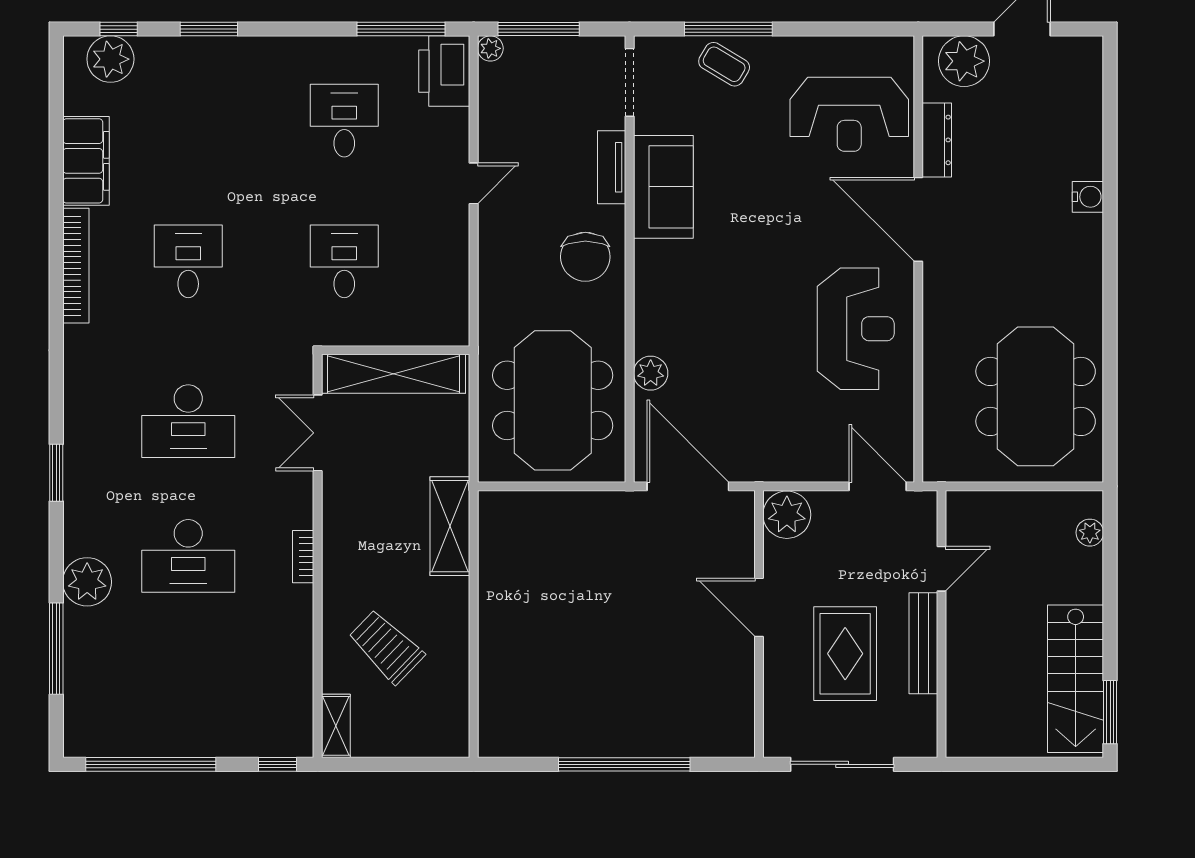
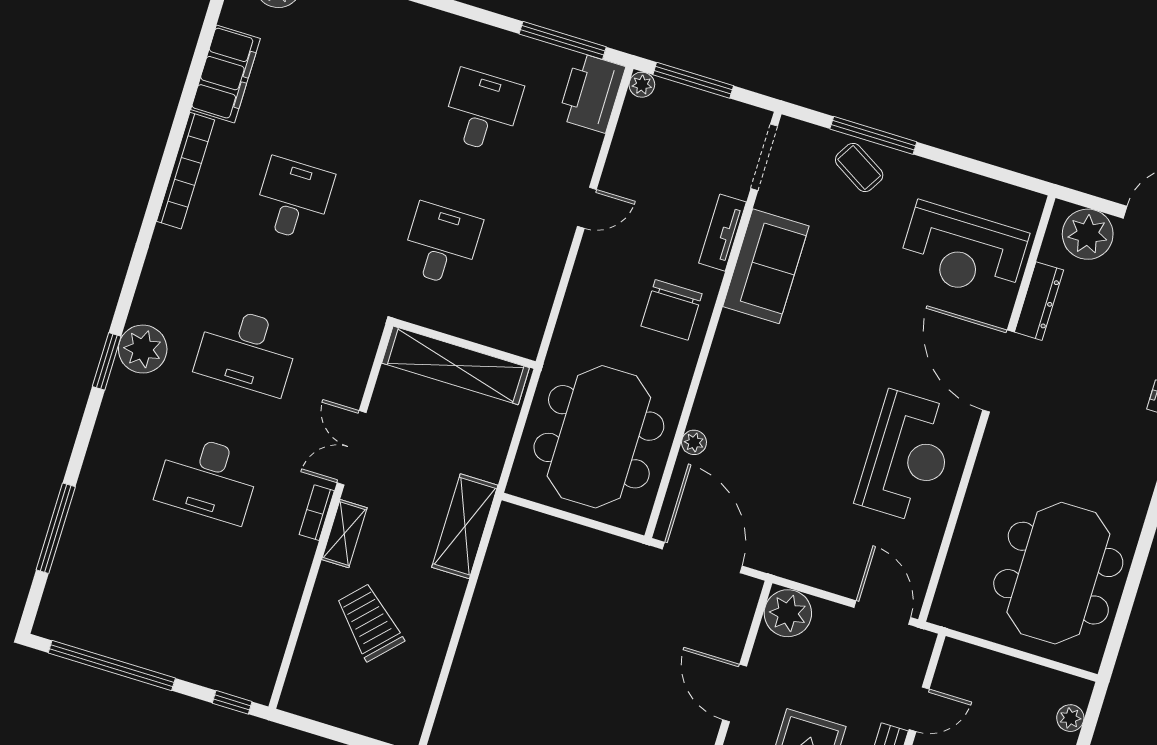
plant: (651, 373) -> (694, 442), width x0.73, depth x0.73
double door: (318, 433) -> (352, 448), moved
plant: (87, 582) -> (143, 349), moved
shelving: (336, 726) -> (344, 534), moved

